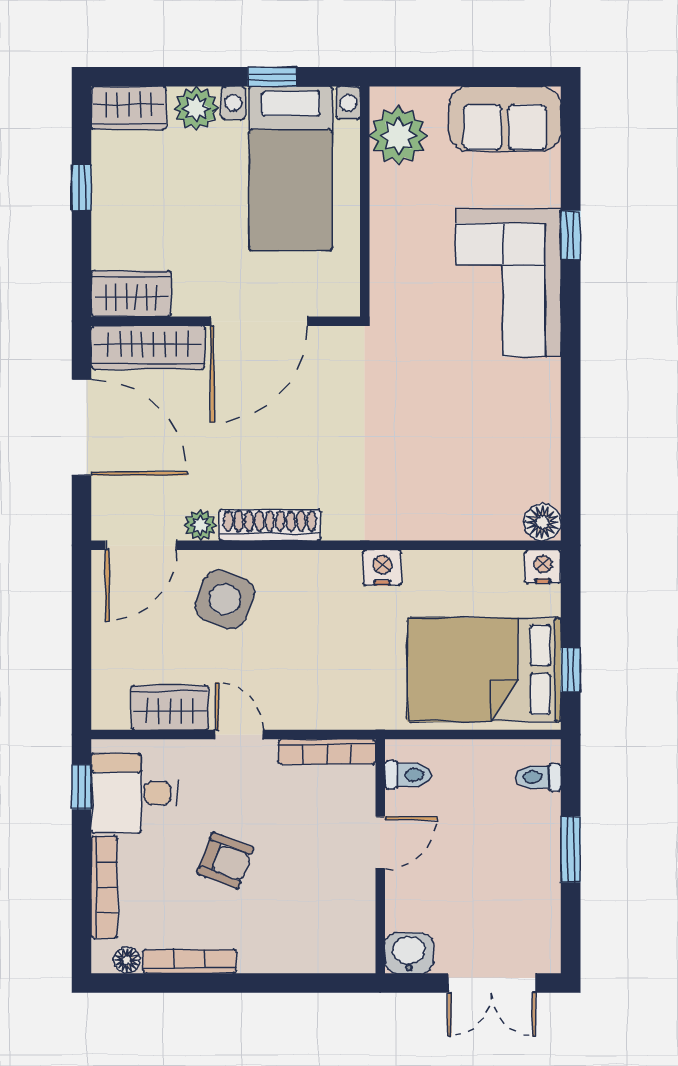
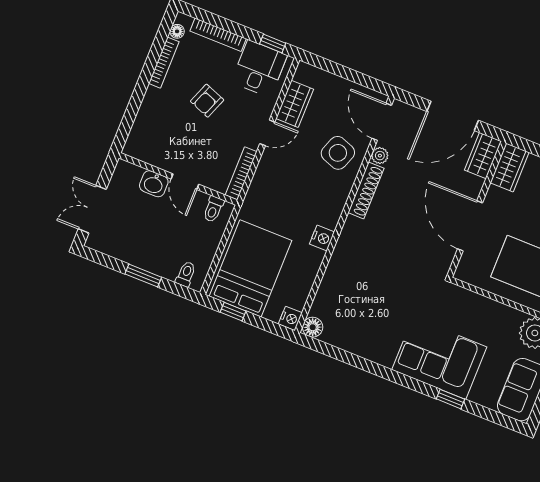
wardrobe: (148, 348) -> (483, 156), width x0.67
washbasin: (409, 953) -> (154, 184), moved, turned 90

